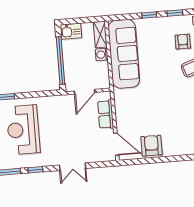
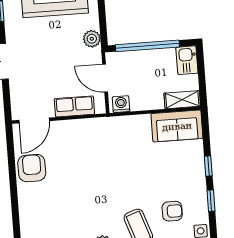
sofa: (124, 54) -> (177, 126), width x0.54, depth x0.79
washing machine: (102, 55) -> (121, 104), moved
plant: (55, 102) -> (92, 39), added
armchair: (151, 146) -> (32, 168), turned -90

